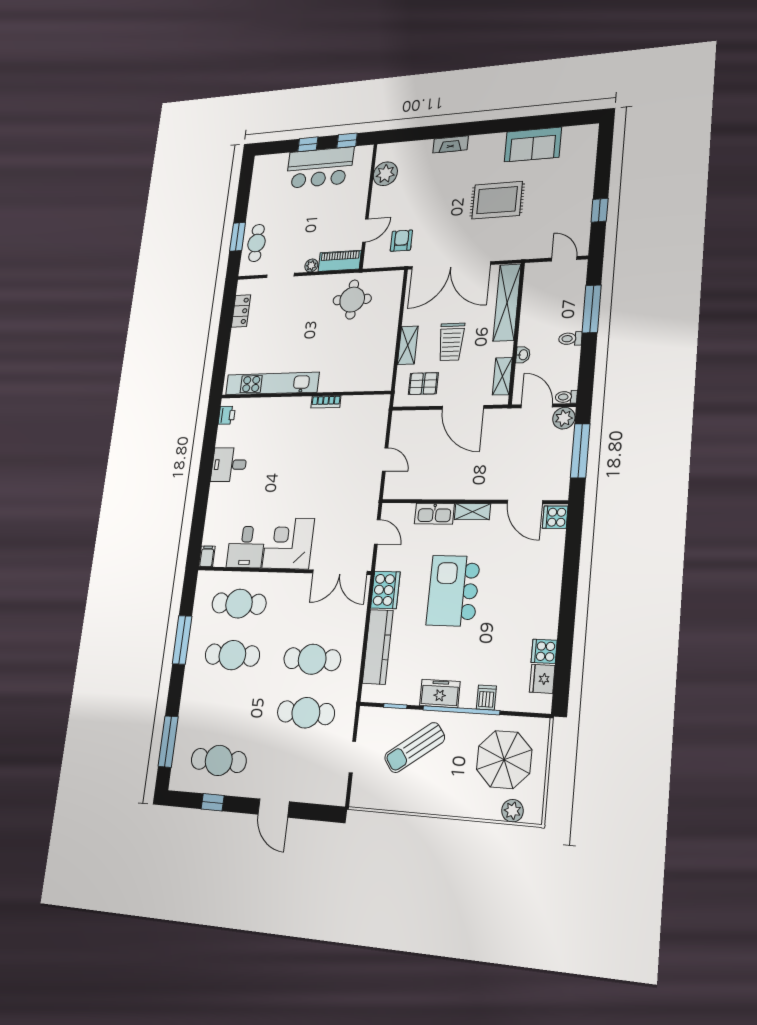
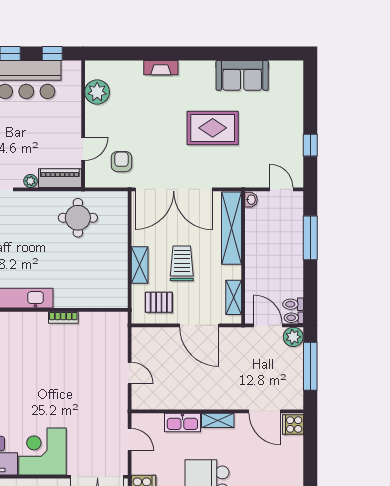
toilet: (570, 339) -> (293, 304), moved
trolley: (451, 342) -> (182, 263), turned 180
washbasin: (523, 355) -> (251, 200), moved

